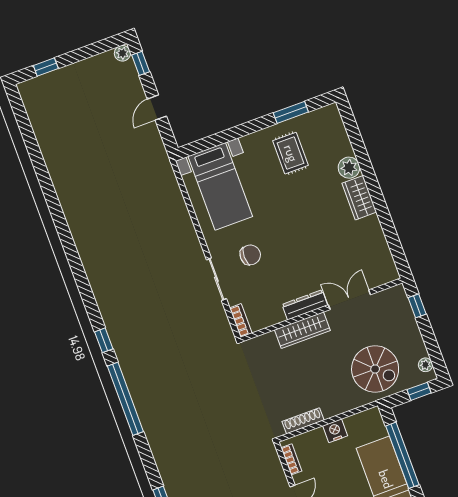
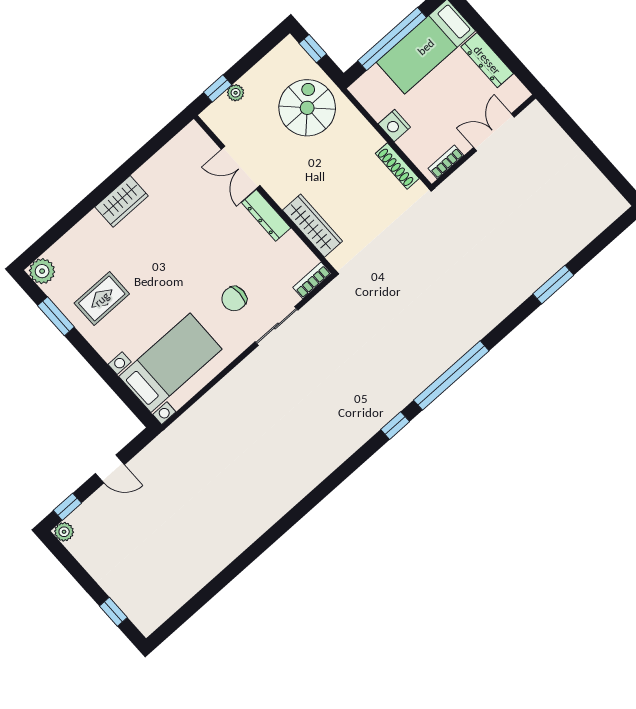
plant: (349, 168) -> (42, 271), moved
chair: (250, 255) -> (234, 299), turned -90
wardrobe: (302, 330) -> (312, 226), moved
plant: (425, 365) -> (236, 93), moved

